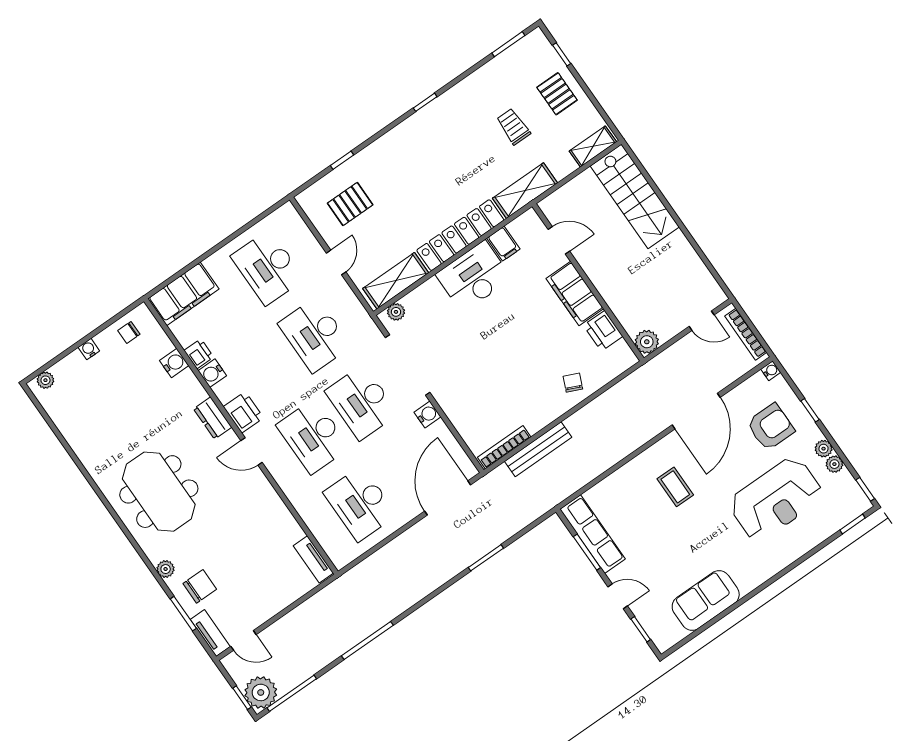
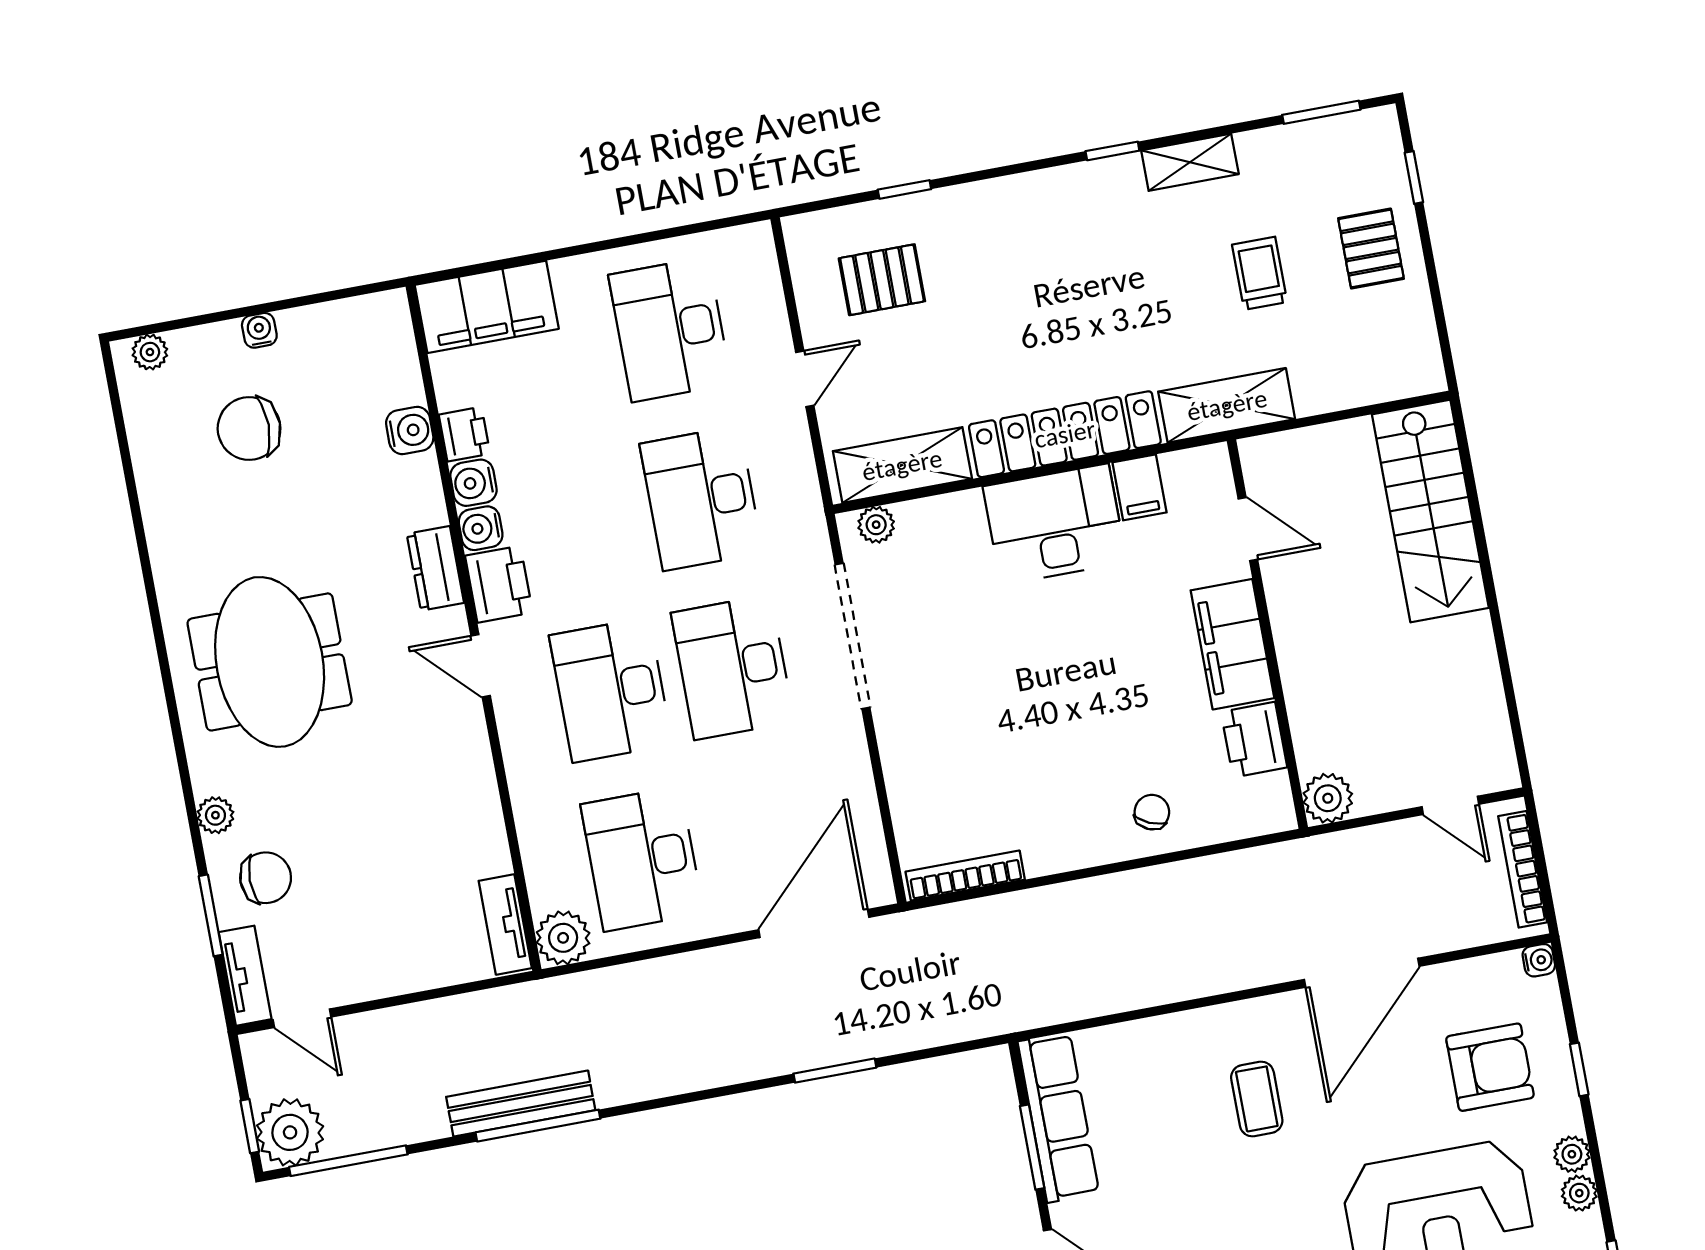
shelving: (593, 146) -> (1190, 162), moved
chair: (129, 332) -> (249, 428), moved, width x1.87, depth x1.87
water cooler: (428, 415) -> (481, 528), moved, turned 180
bench: (538, 449) -> (521, 1103), moved
plant: (341, 554) -> (563, 938), added

